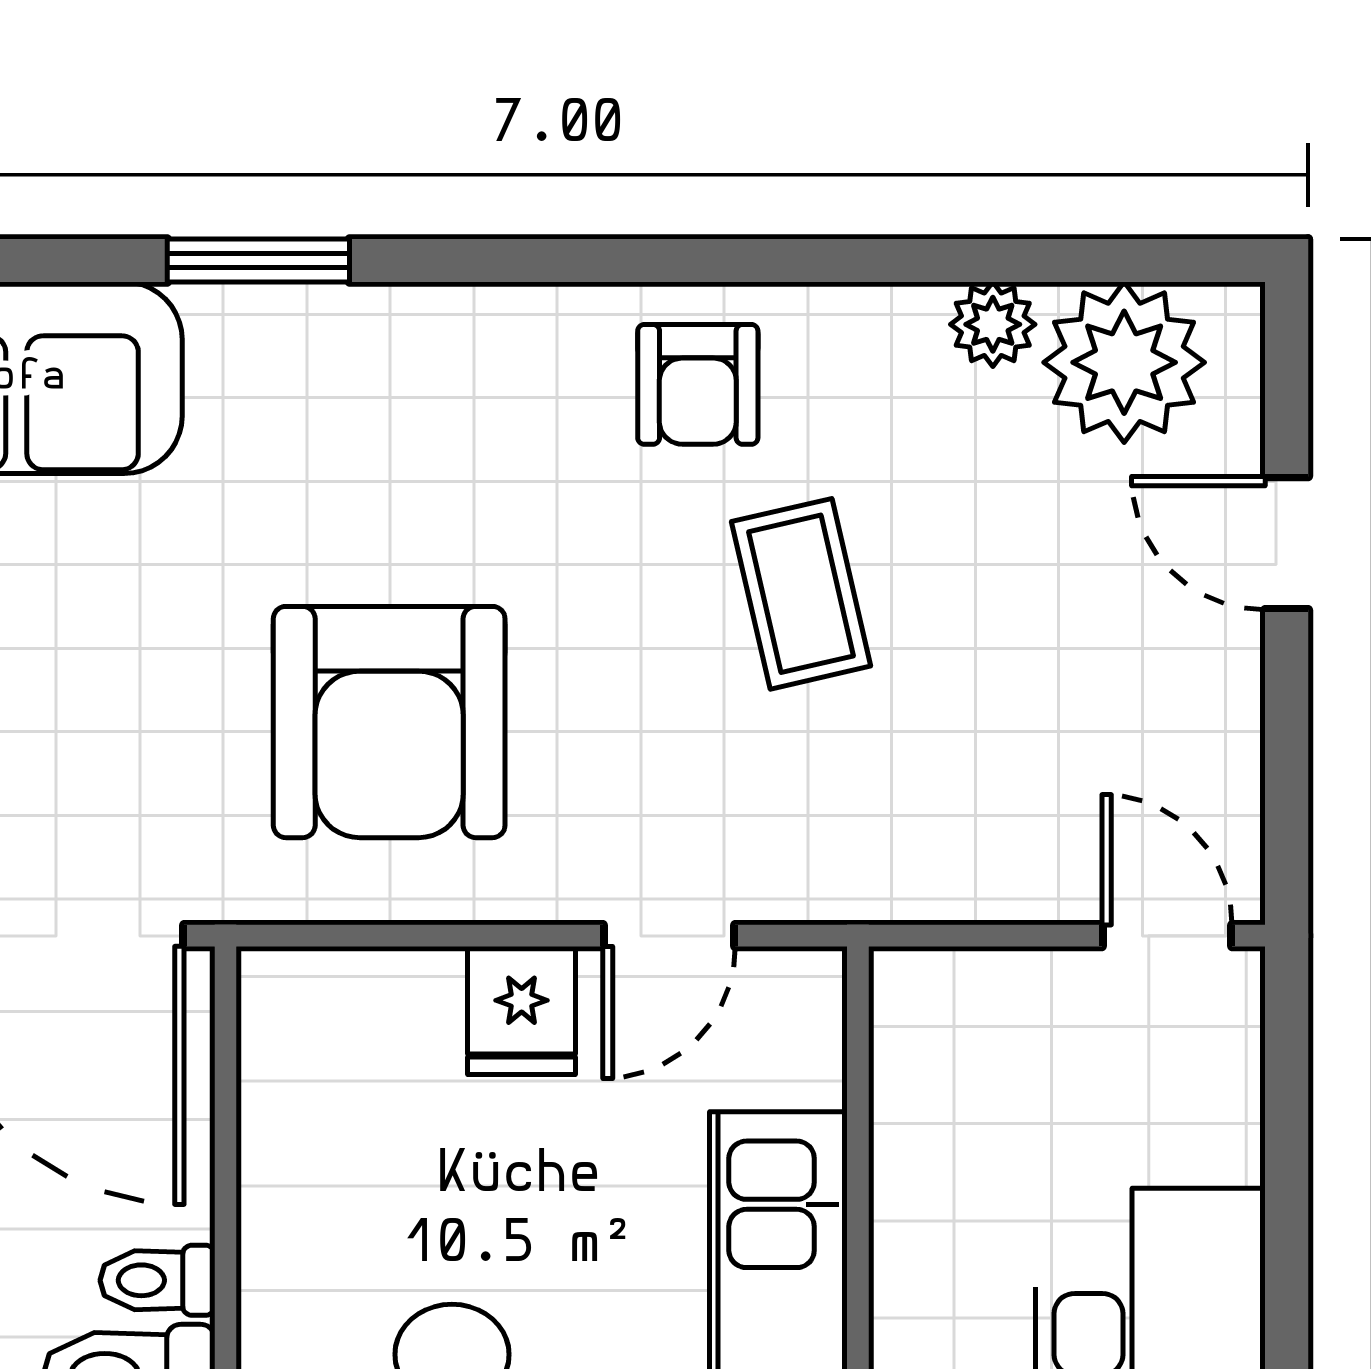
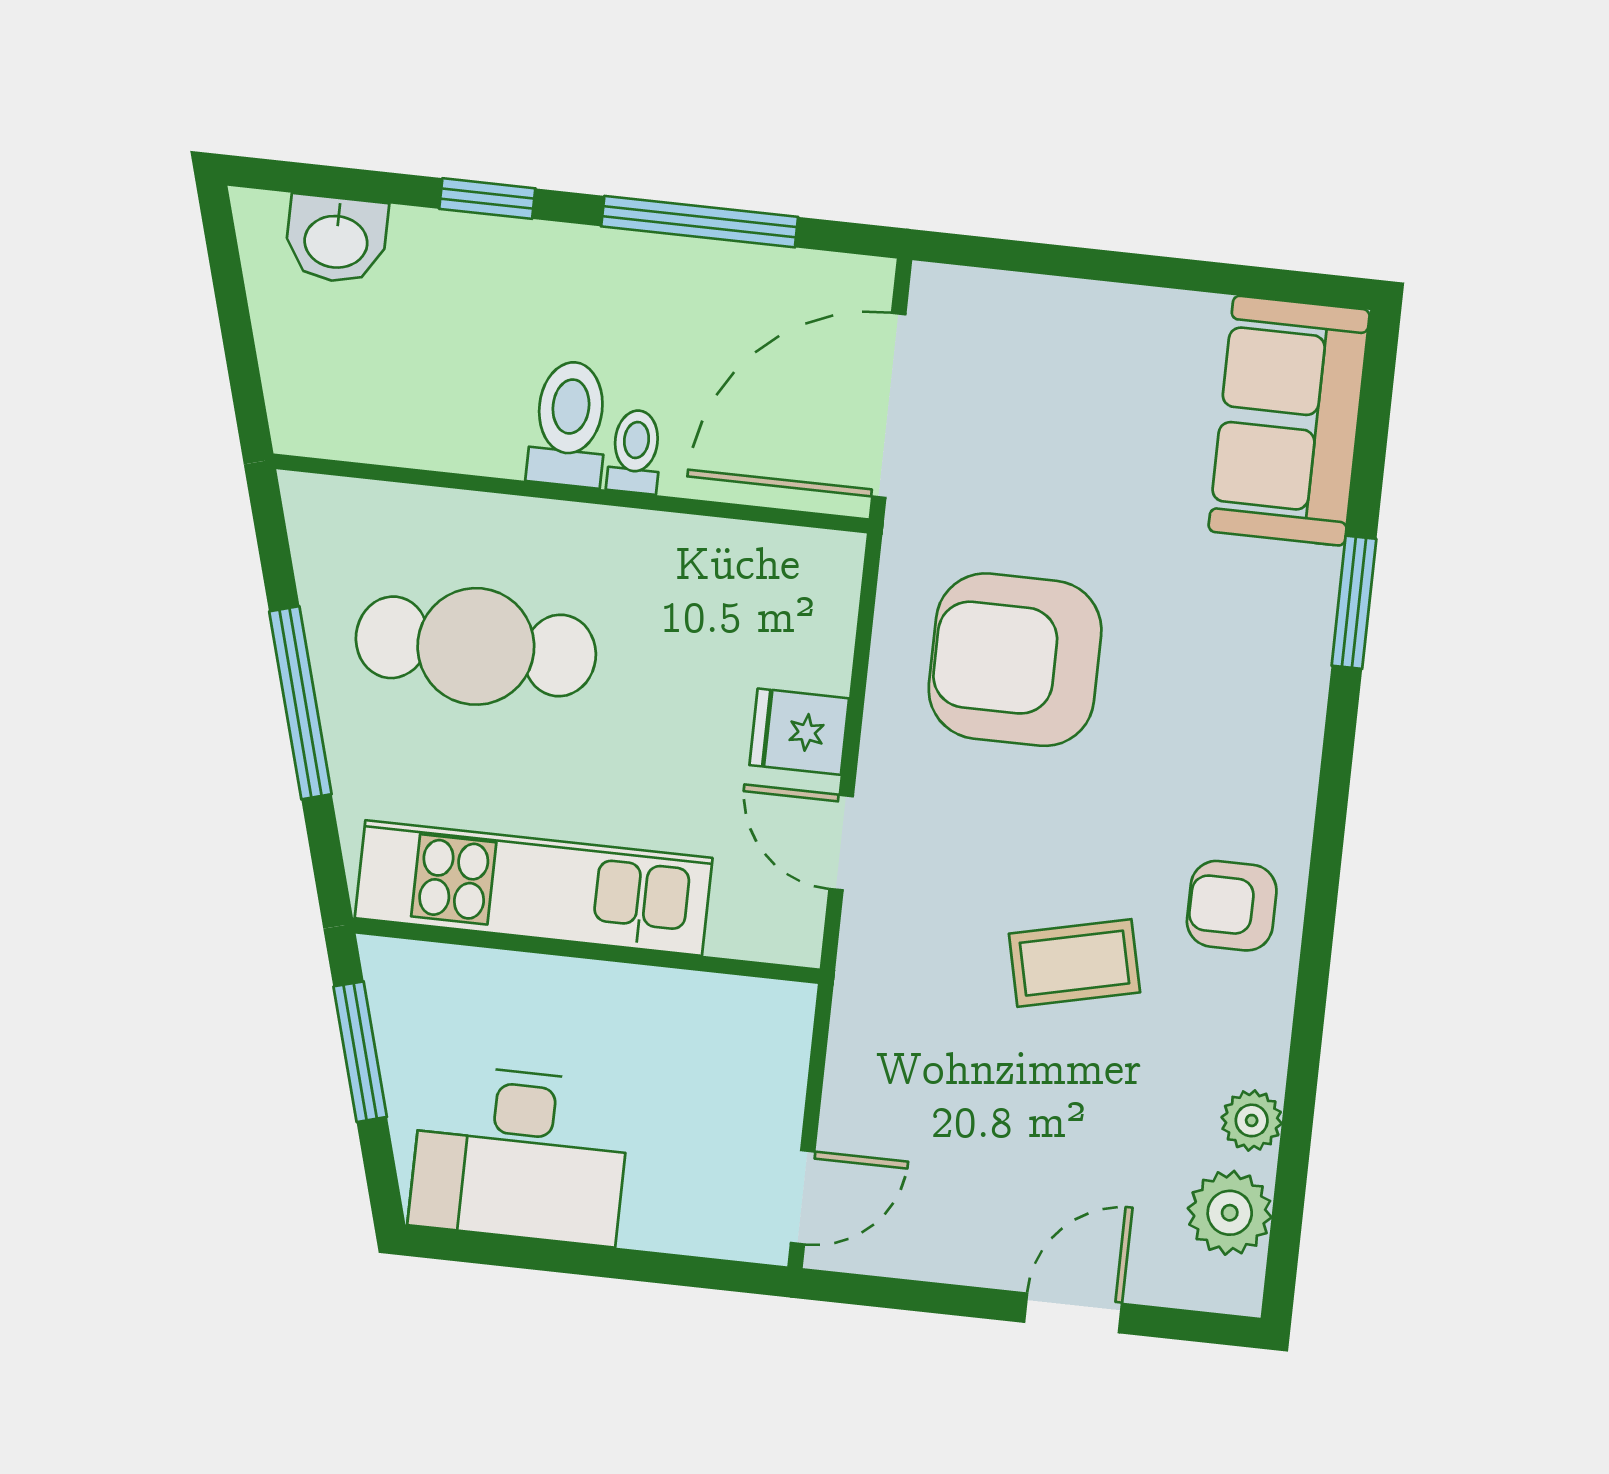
plant: (1124, 362) -> (1230, 1213), width x0.73, depth x0.73

